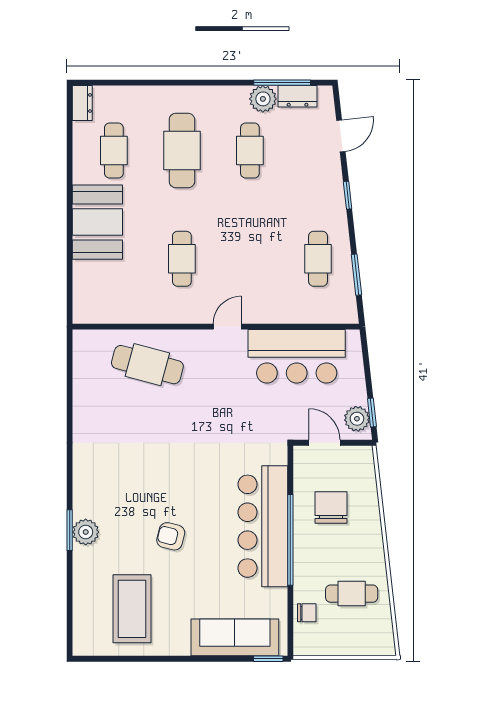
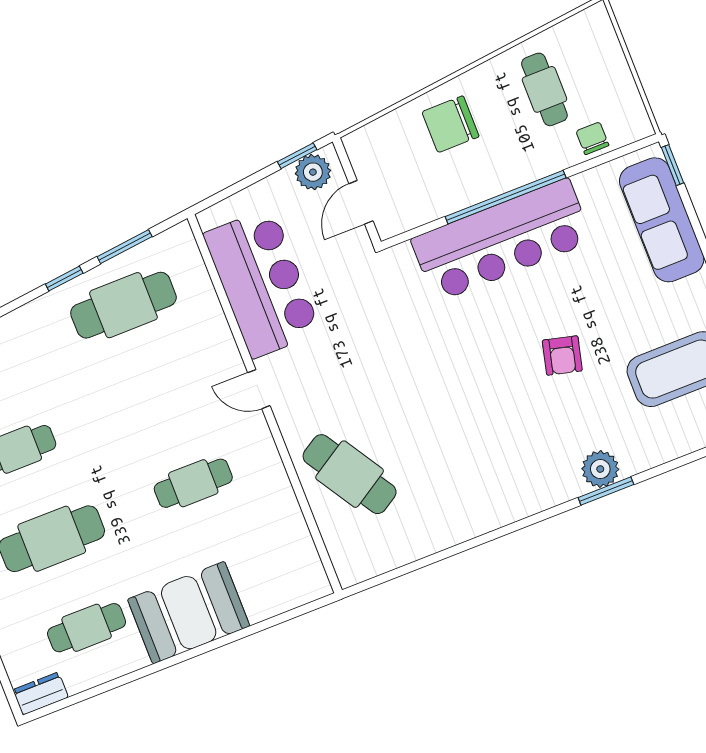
window: (348, 195) -> (64, 279), moved
cafe table: (318, 259) -> (123, 305), width x1.37, depth x1.35
cafe table: (147, 365) -> (350, 474), turned -47
chair: (331, 507) -> (451, 124), moved

